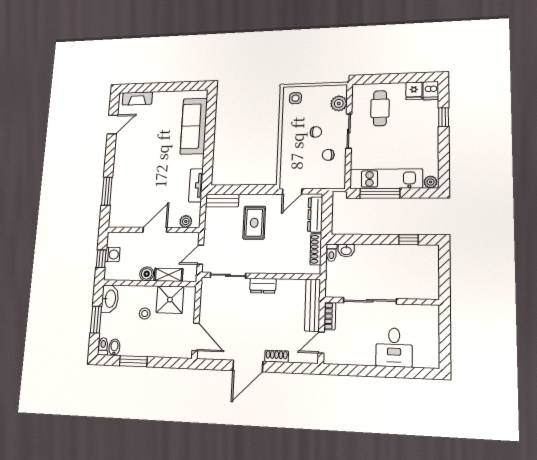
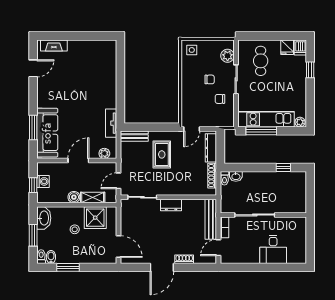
sofa: (194, 126) -> (47, 133), moved, turned 180

